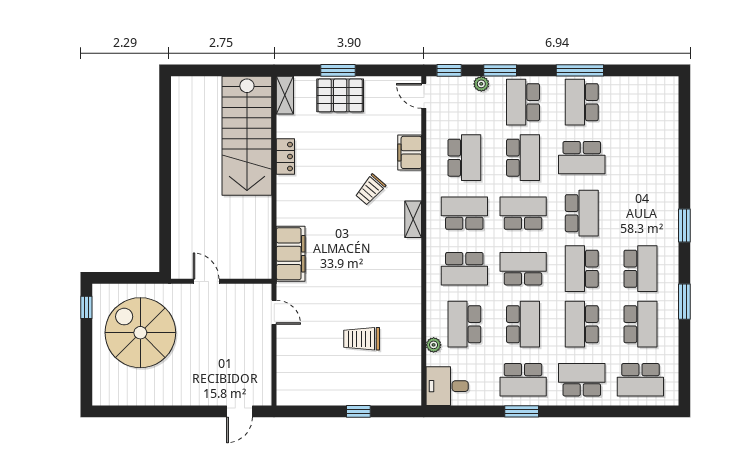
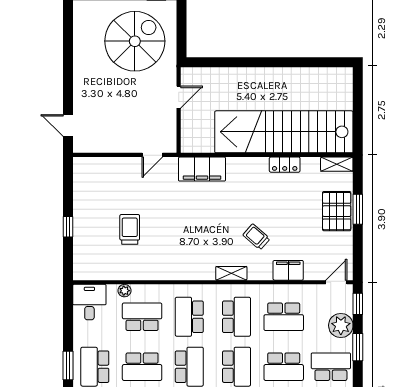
plant: (481, 84) -> (341, 325), width x1.87, depth x1.87
stairs: (247, 136) -> (284, 132), width x1.36

